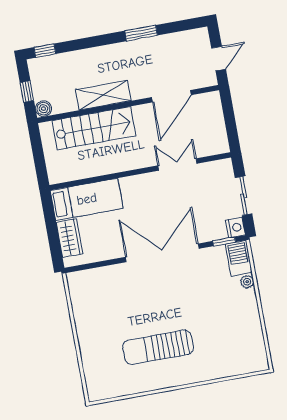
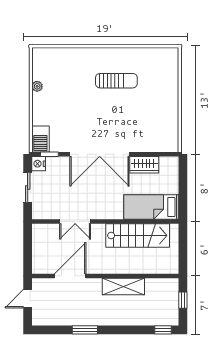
boiler: (43, 109) -> (172, 284), removed
stairs: (94, 128) -> (138, 236), moved, turned 180
wardrobe: (69, 238) -> (144, 165), moved, turned -90
plant: (247, 282) -> (37, 86), moved
sun lounger: (158, 347) -> (116, 81), width x0.73, depth x0.75

